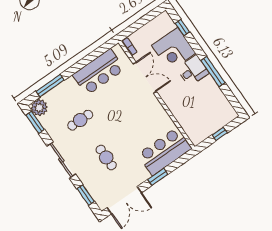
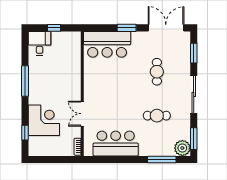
desk: (193, 71) -> (40, 43), moved, turned 90
double door: (145, 78) -> (82, 114), width x0.73

